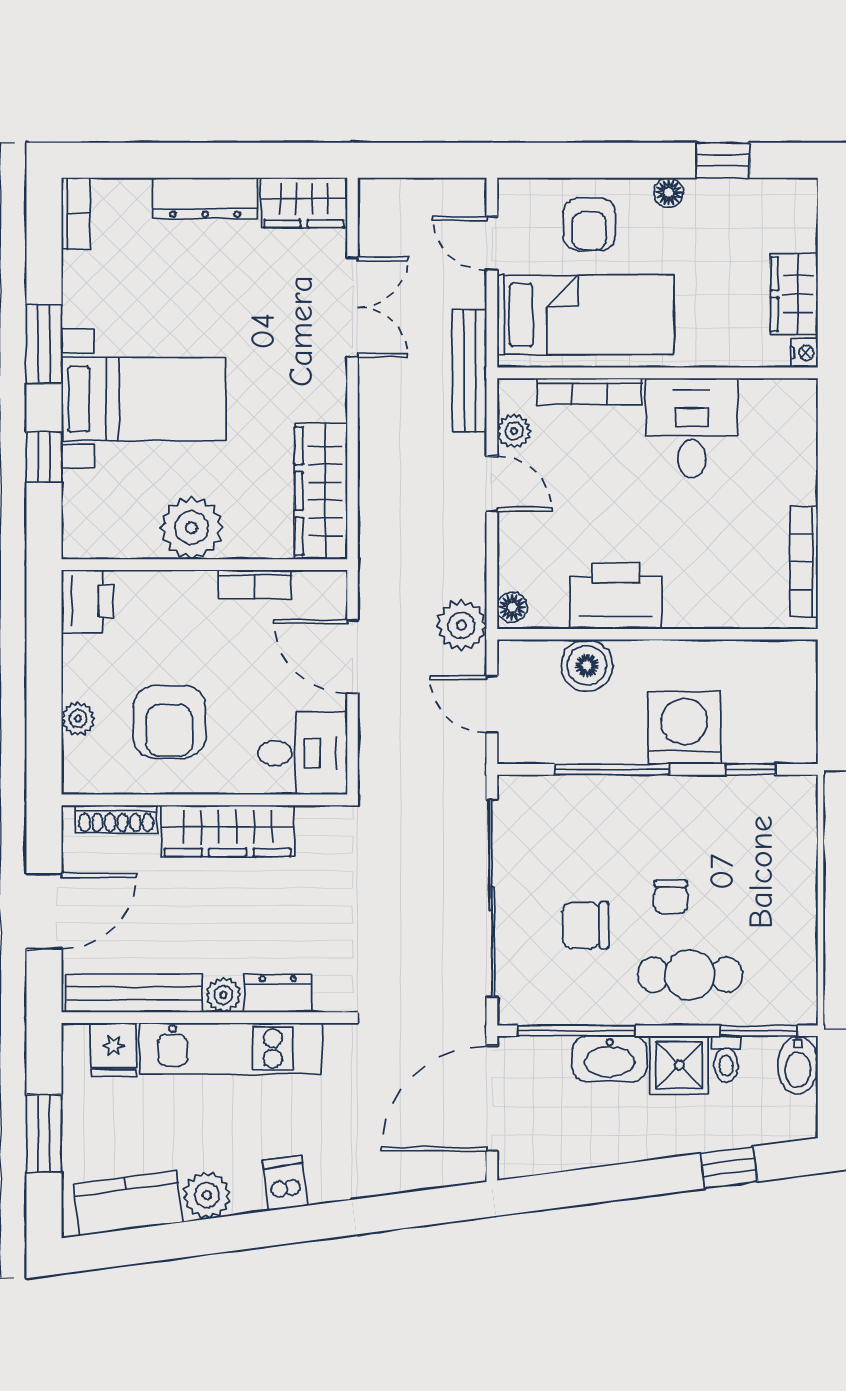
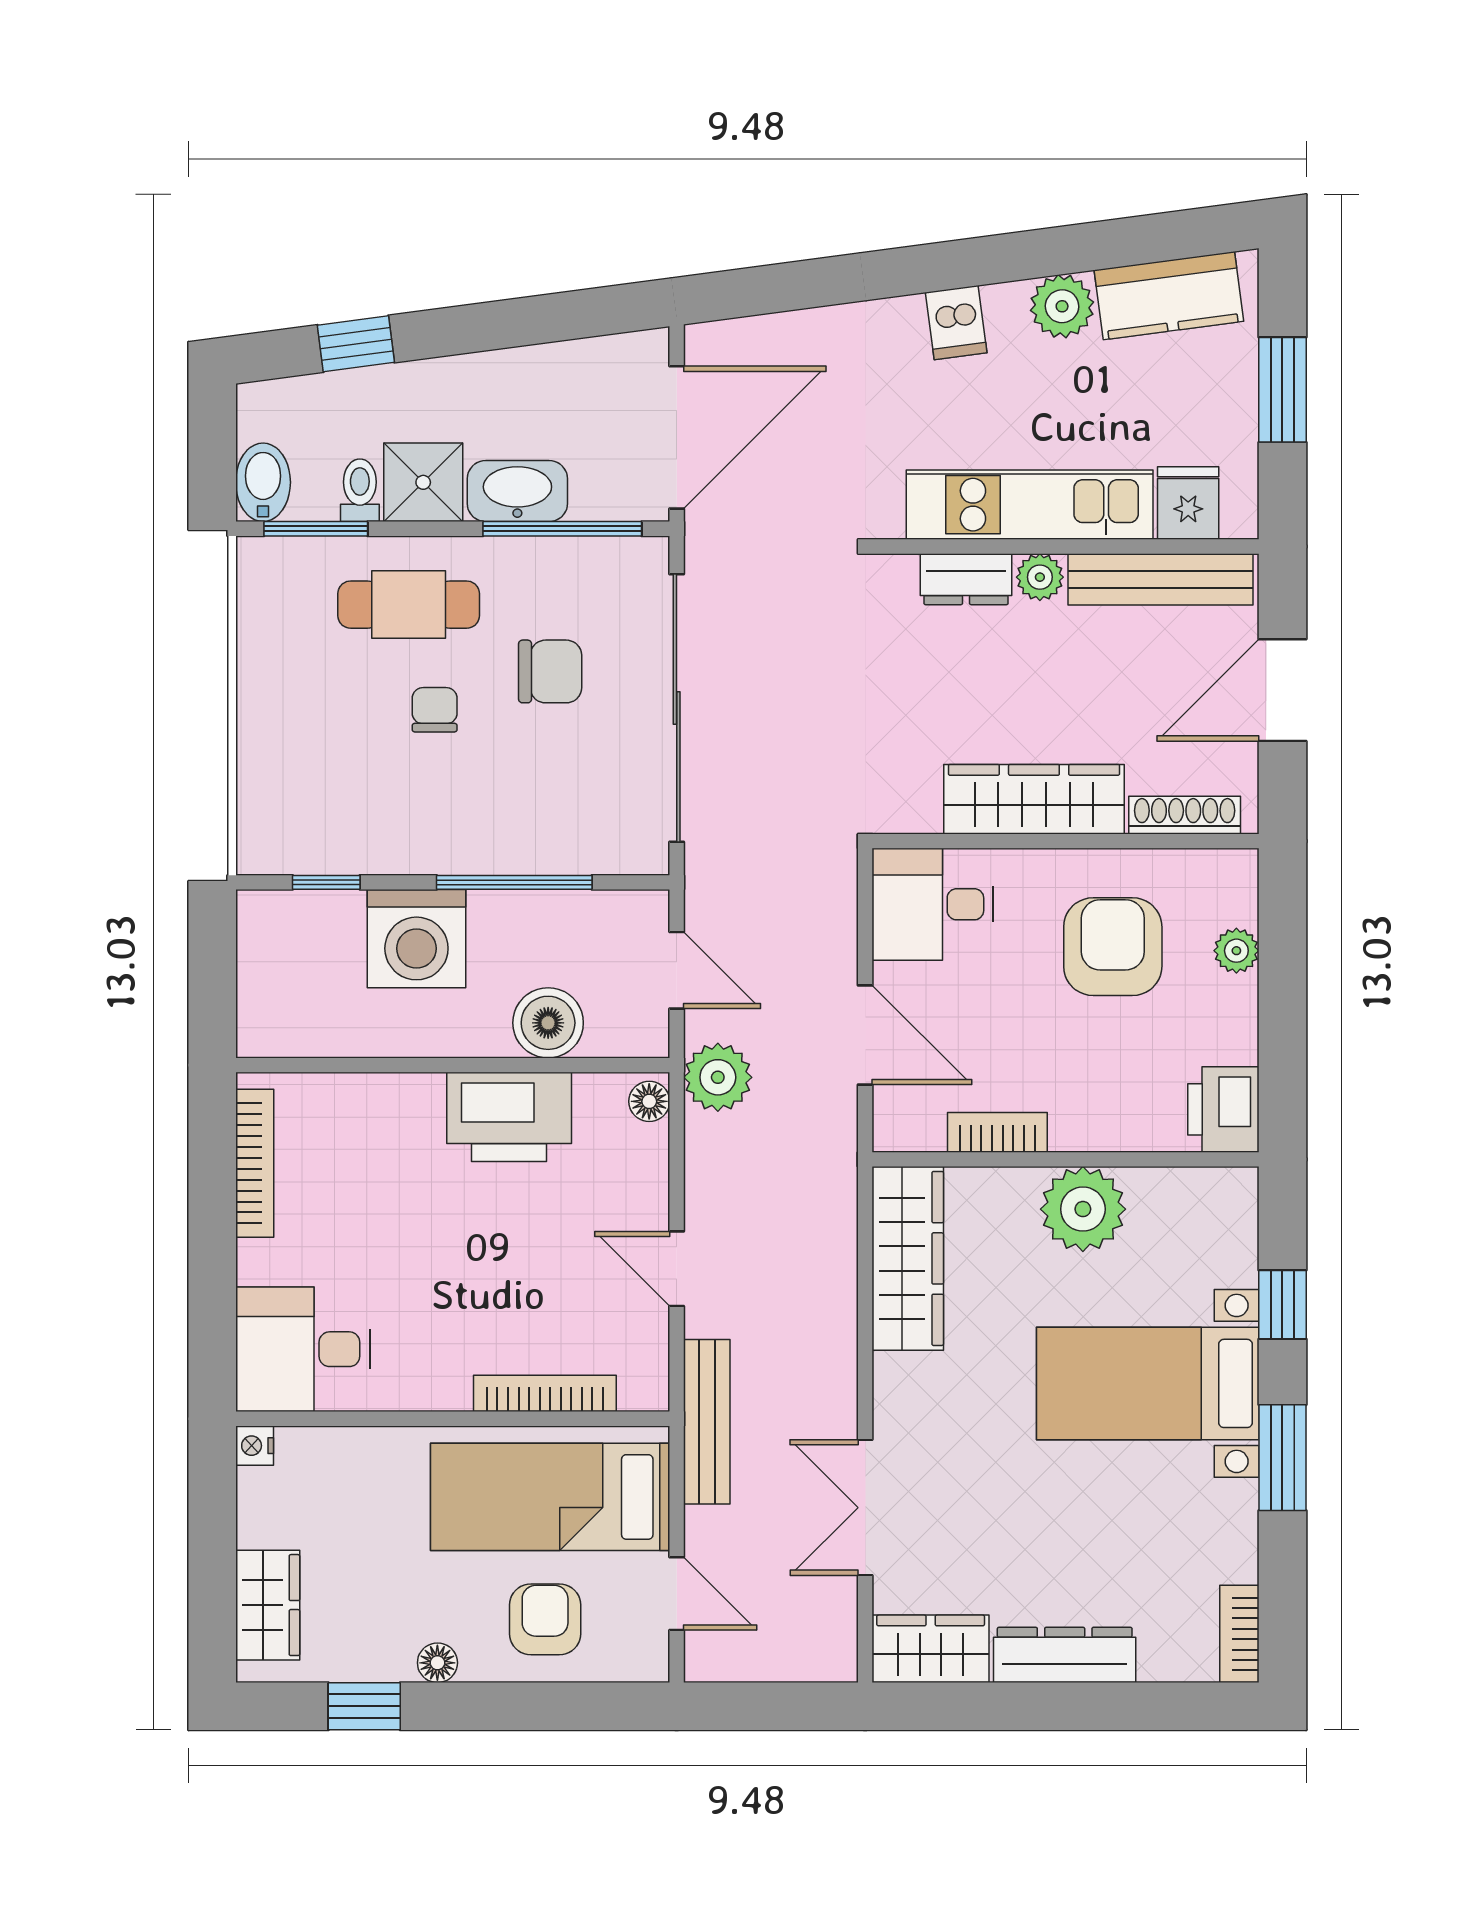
wardrobe: (794, 294) -> (268, 1605), moved
desk: (692, 428) -> (303, 1349), moved, turned 90
plant: (514, 431) -> (647, 1340), removed

